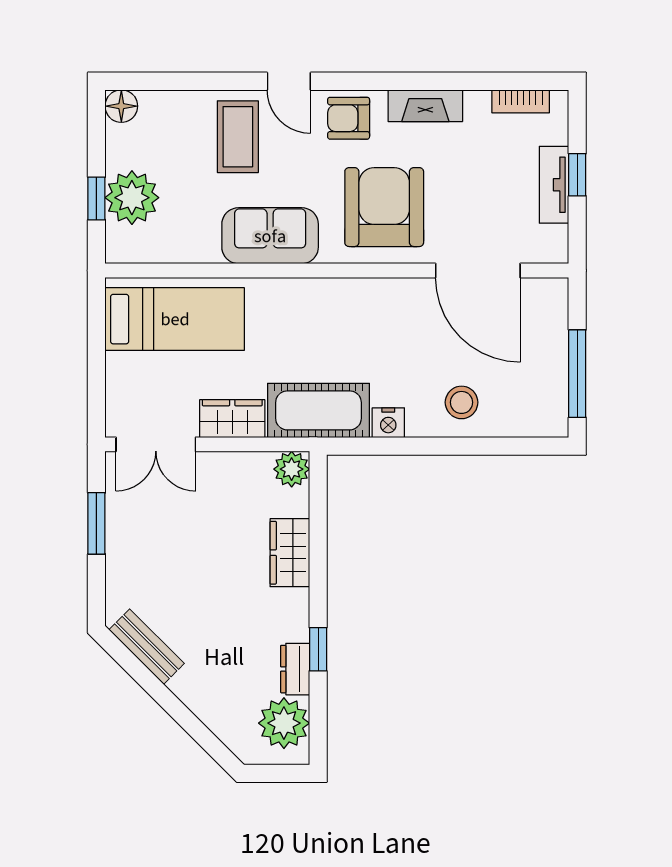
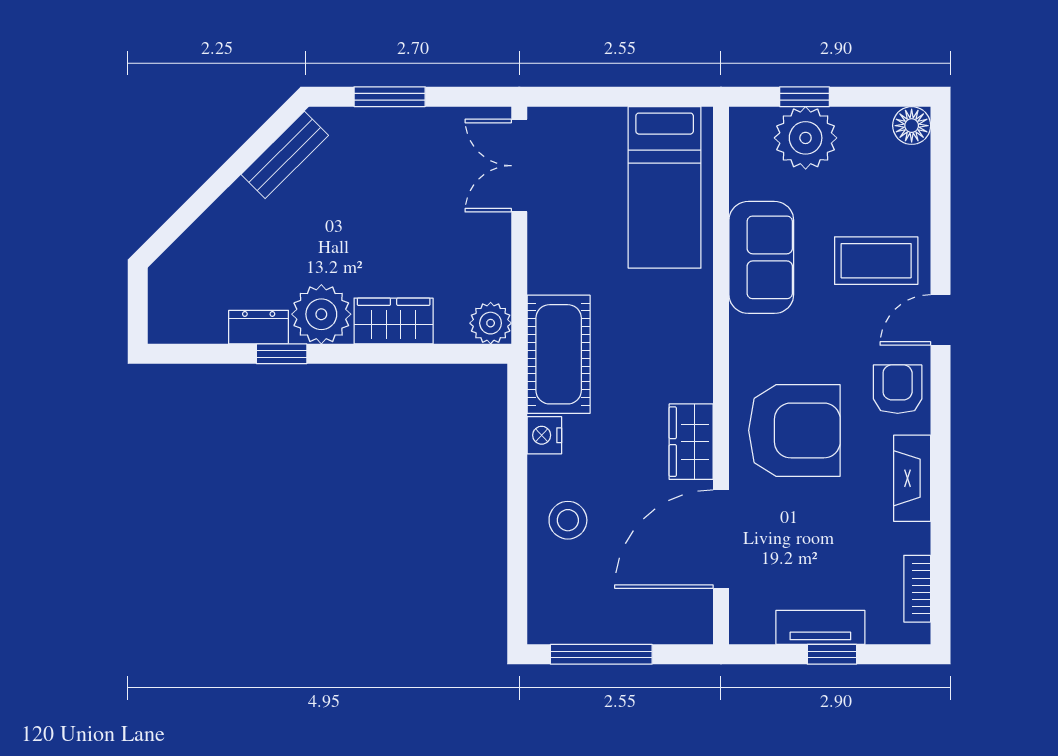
sofa: (270, 236) -> (761, 257), moved
wardrobe: (232, 419) -> (691, 442), moved, turned 180
window: (96, 523) -> (390, 97), moved
plant: (284, 723) -> (321, 314), moved

